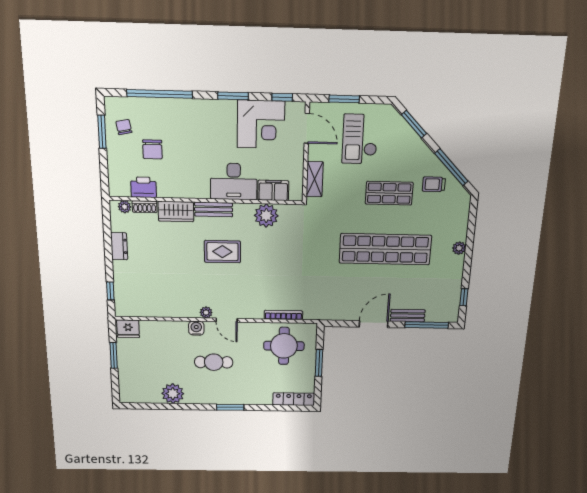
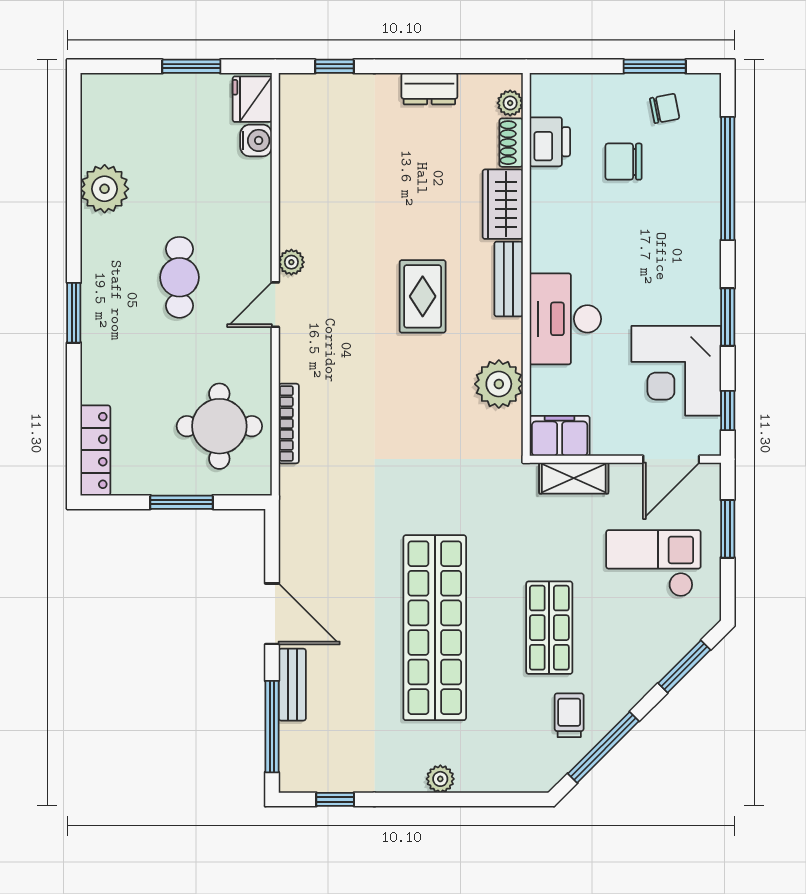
filing cabinet: (273, 190) -> (560, 436), moved, turned -90
water cooler: (196, 328) -> (256, 140), moved

